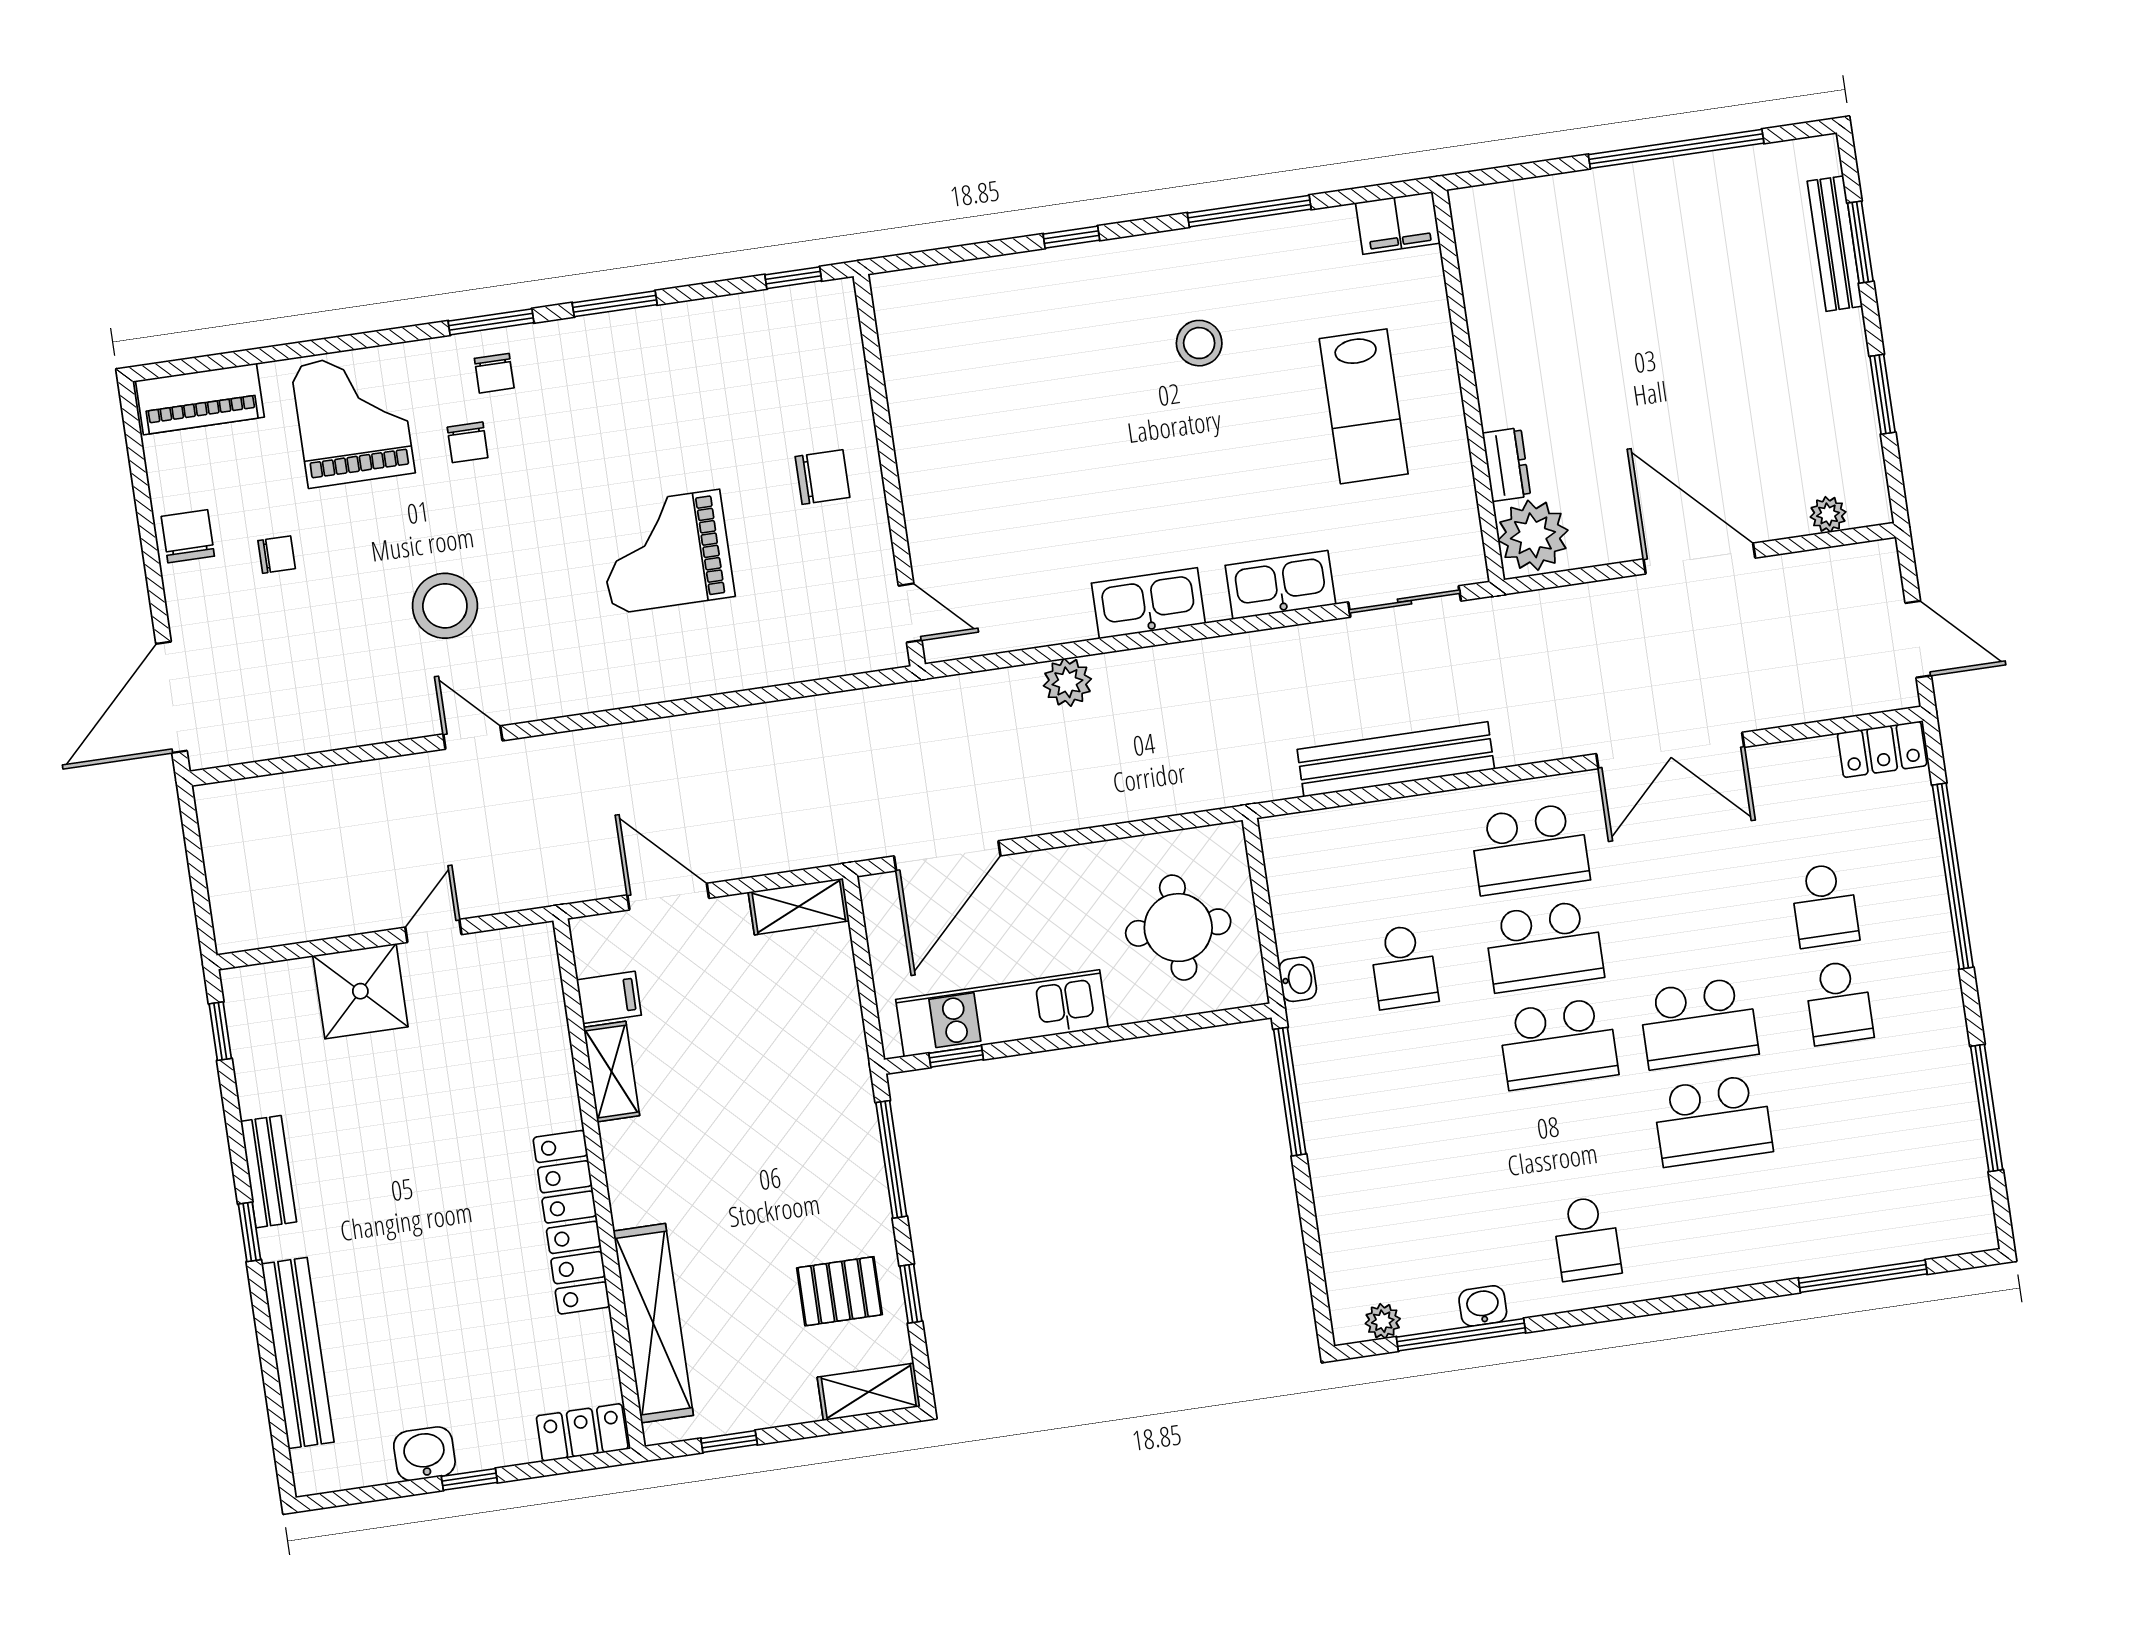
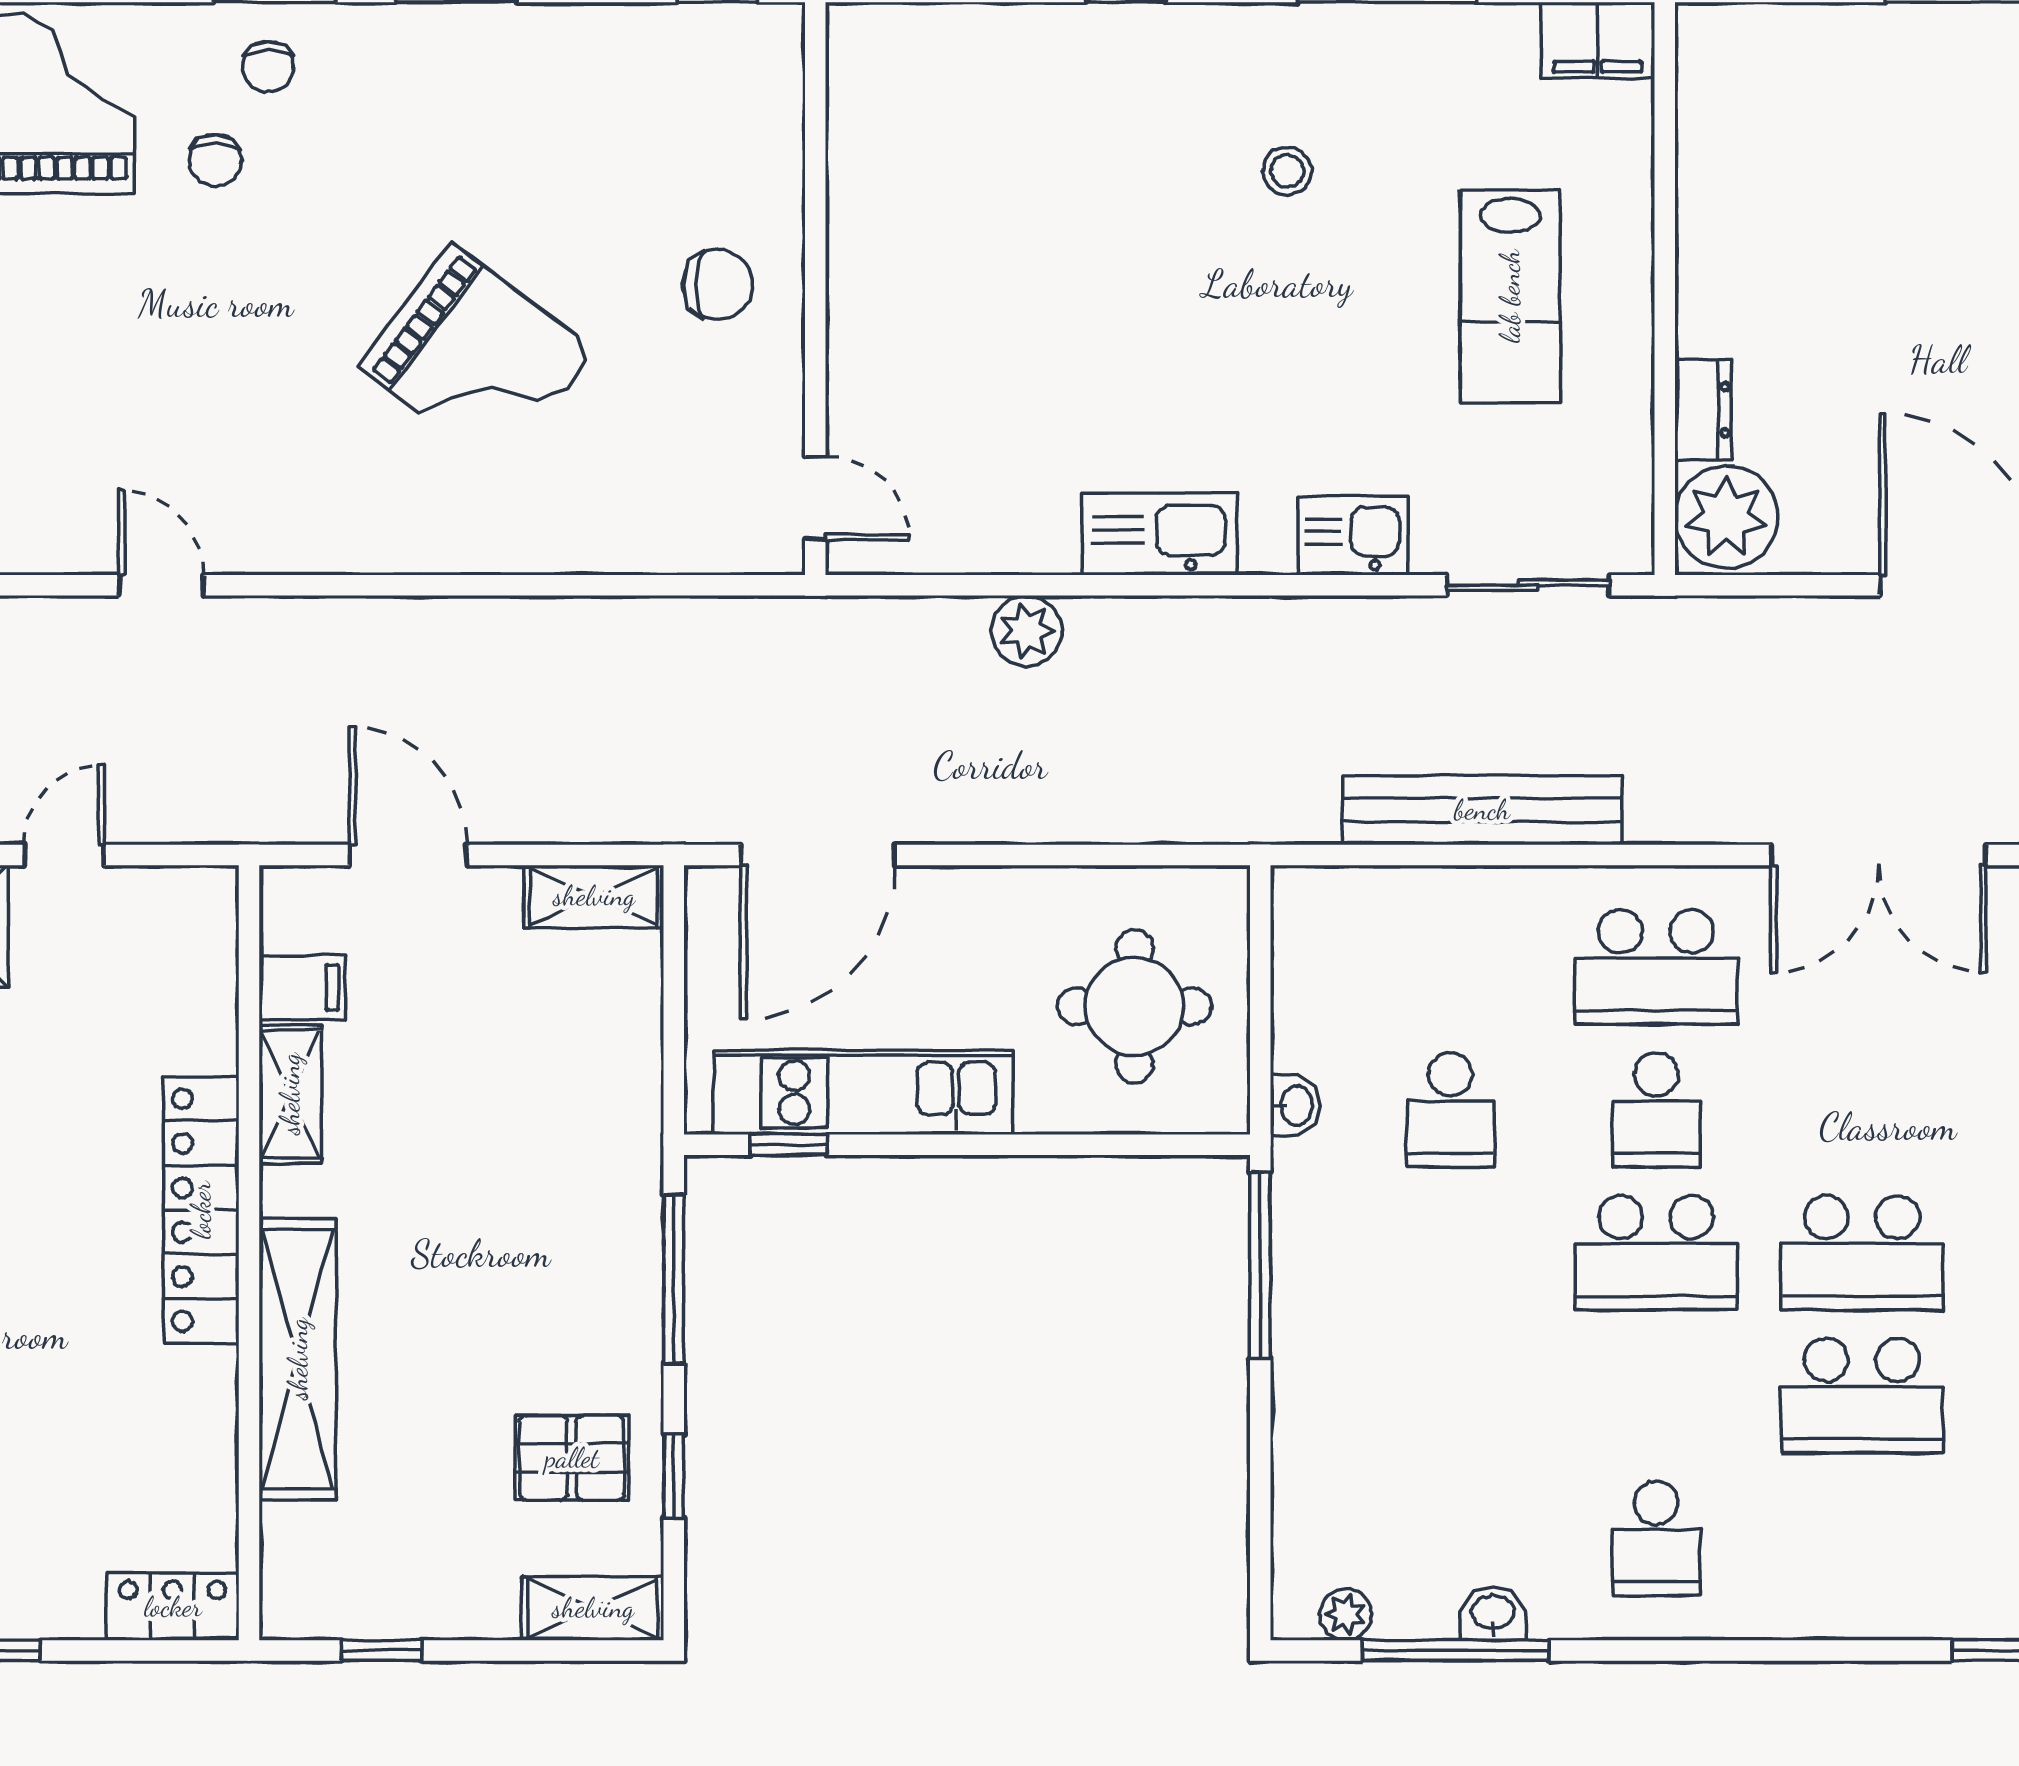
stool: (1199, 343) -> (1287, 171), width x0.73, depth x0.73
grand piano: (666, 552) -> (477, 359), turned -143
kitchen sink: (1280, 585) -> (1353, 535), width x0.73
stool: (445, 606) -> (149, 390), removed
school desk: (1544, 946) -> (1656, 1110), width x0.54
locker: (571, 1222) -> (201, 1210), moved
shelving: (653, 1323) -> (298, 1359), moved

